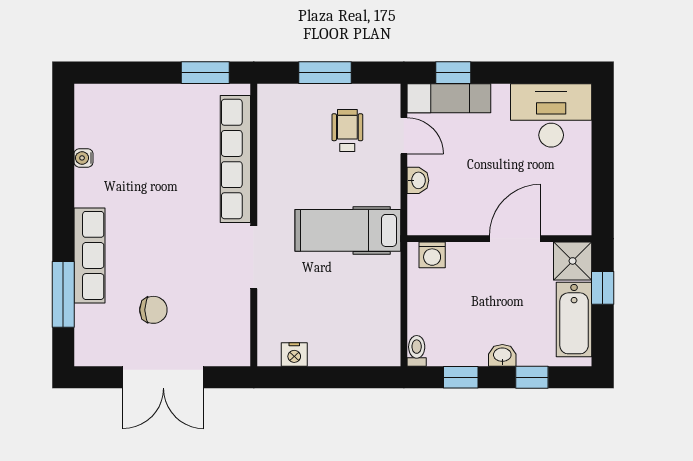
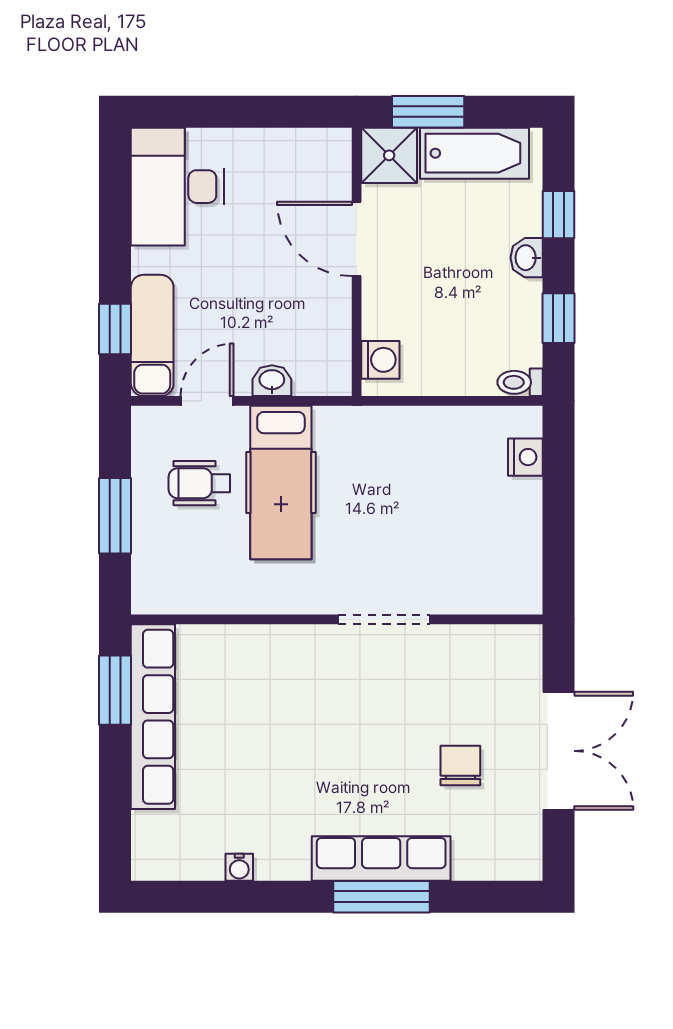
row of seats: (235, 159) -> (153, 717), moved, turned -90
hospital bed: (348, 230) -> (281, 482), moved
window: (603, 288) -> (428, 112), width x1.50
window: (63, 294) -> (381, 897), moved
nightstand: (294, 354) -> (525, 457), moved

